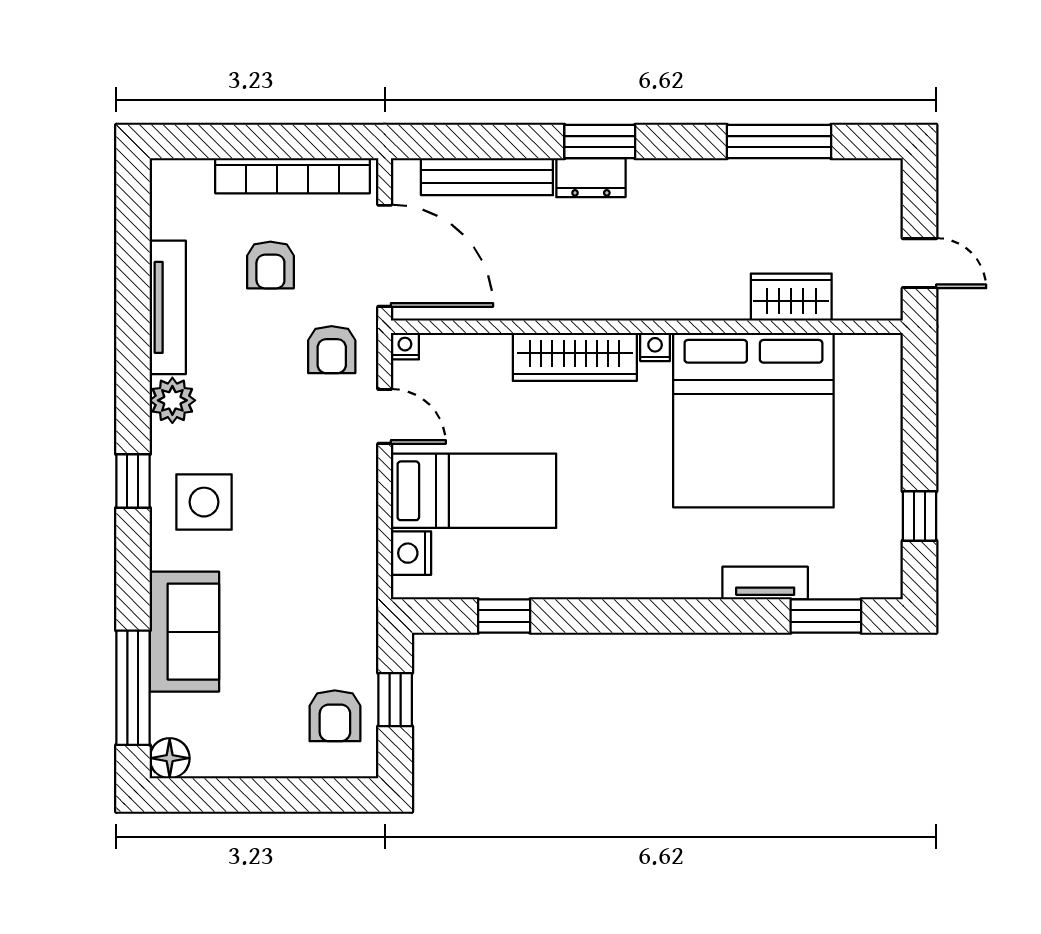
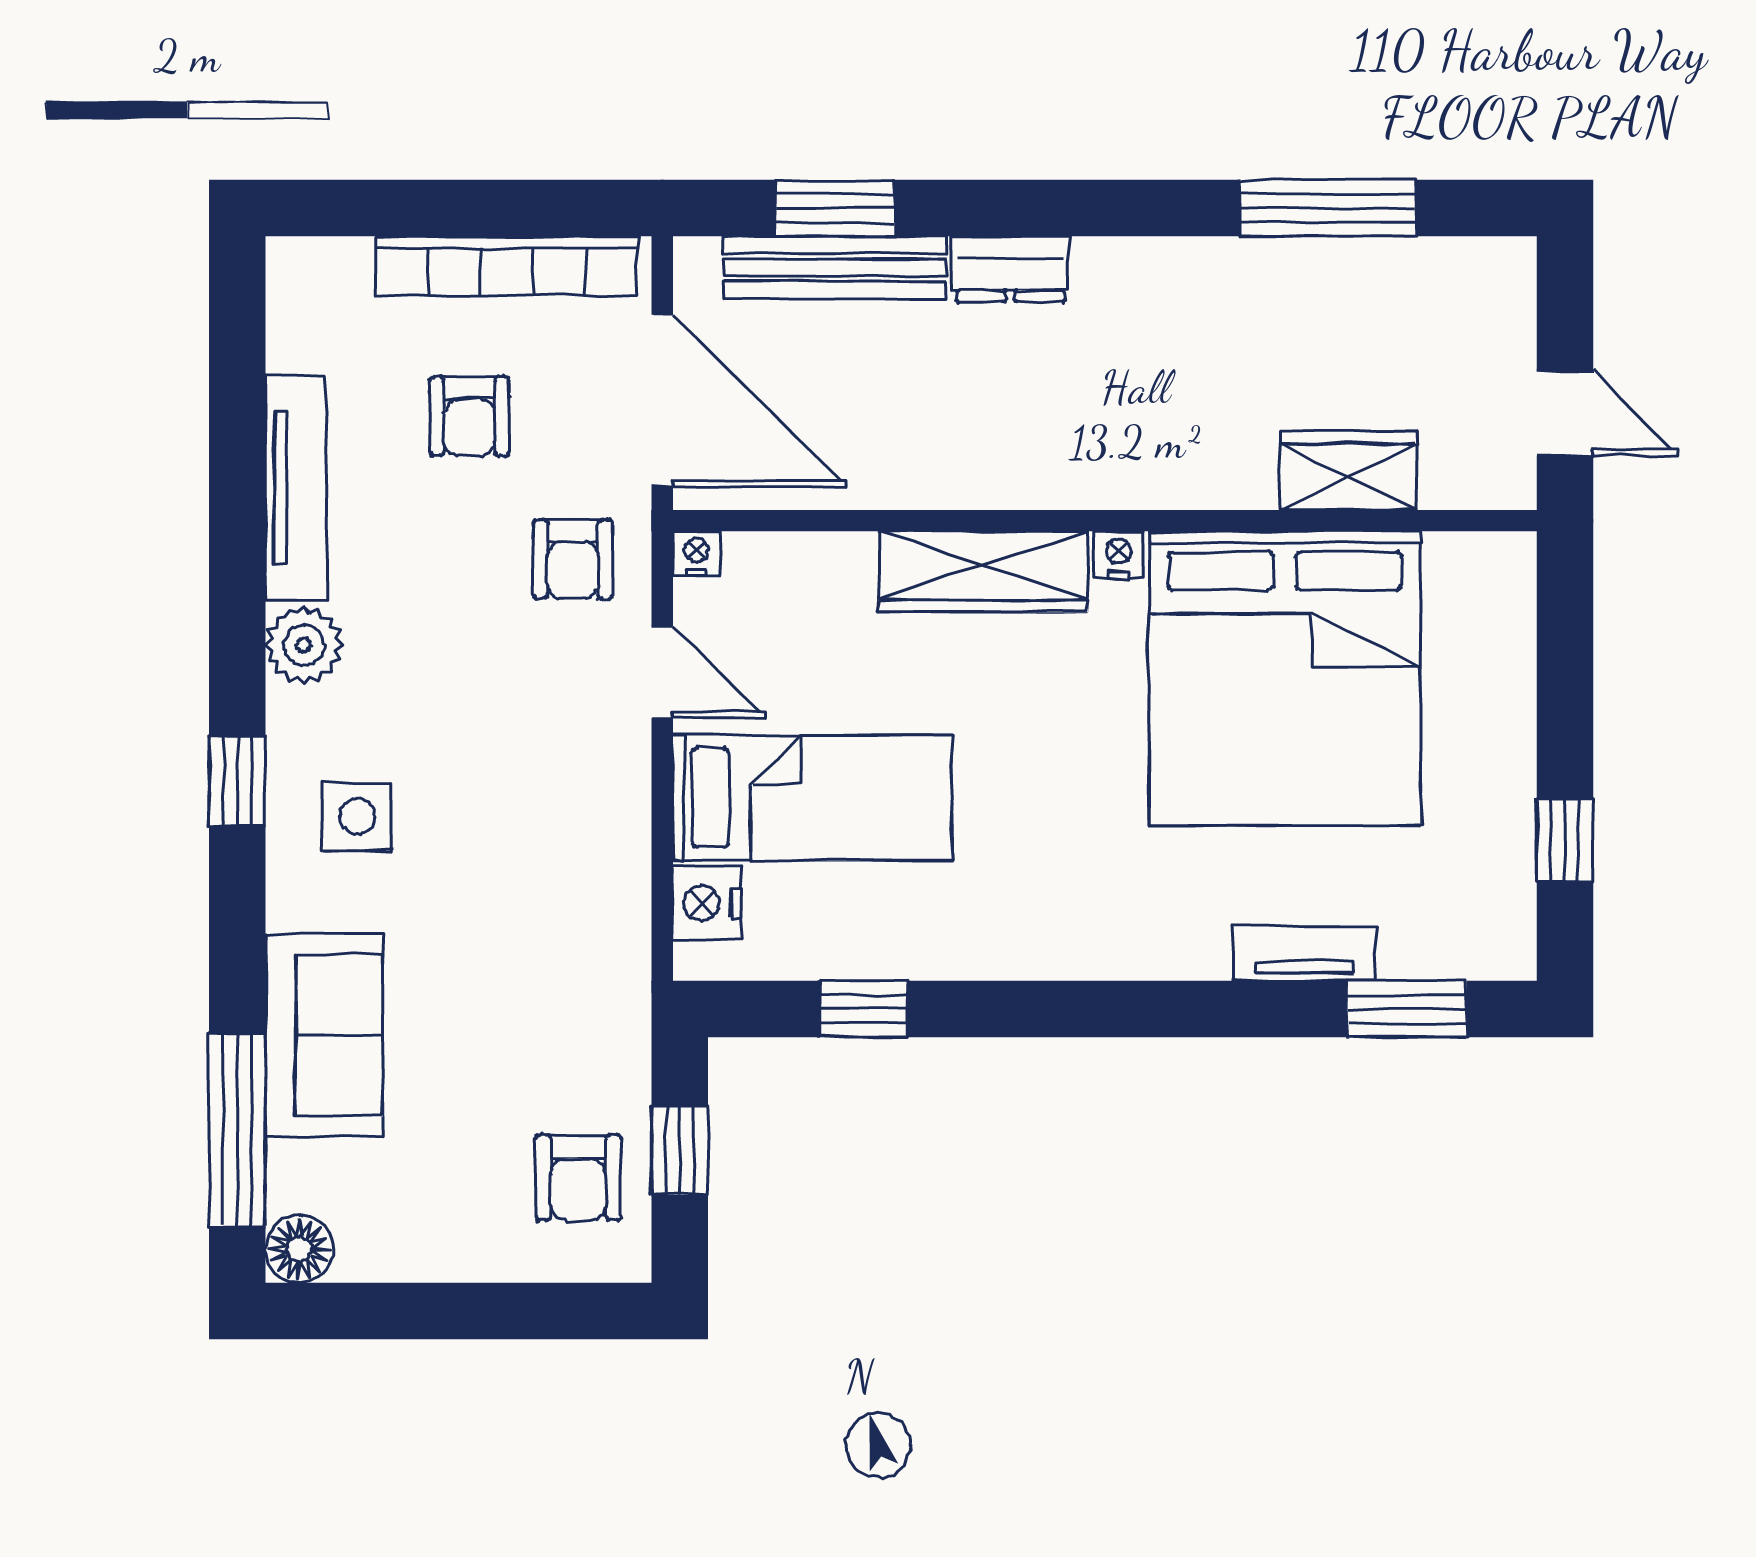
window: (600, 142) -> (835, 208), moved
side table: (204, 502) -> (357, 817), width x0.73, depth x0.73

